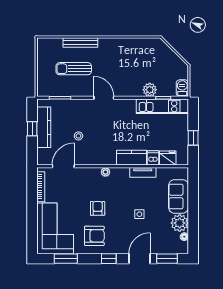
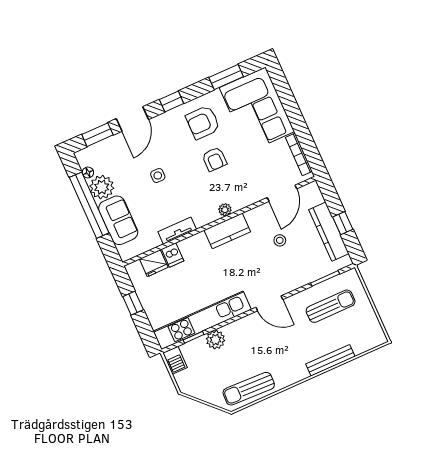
sun lounger: (142, 48) -> (249, 389), added
sun lounger: (74, 69) -> (331, 306), moved
kitchen unit: (162, 106) -> (202, 320), width x1.36
kitchen counter: (132, 158) -> (227, 231), moved
window: (193, 215) -> (89, 205), added

